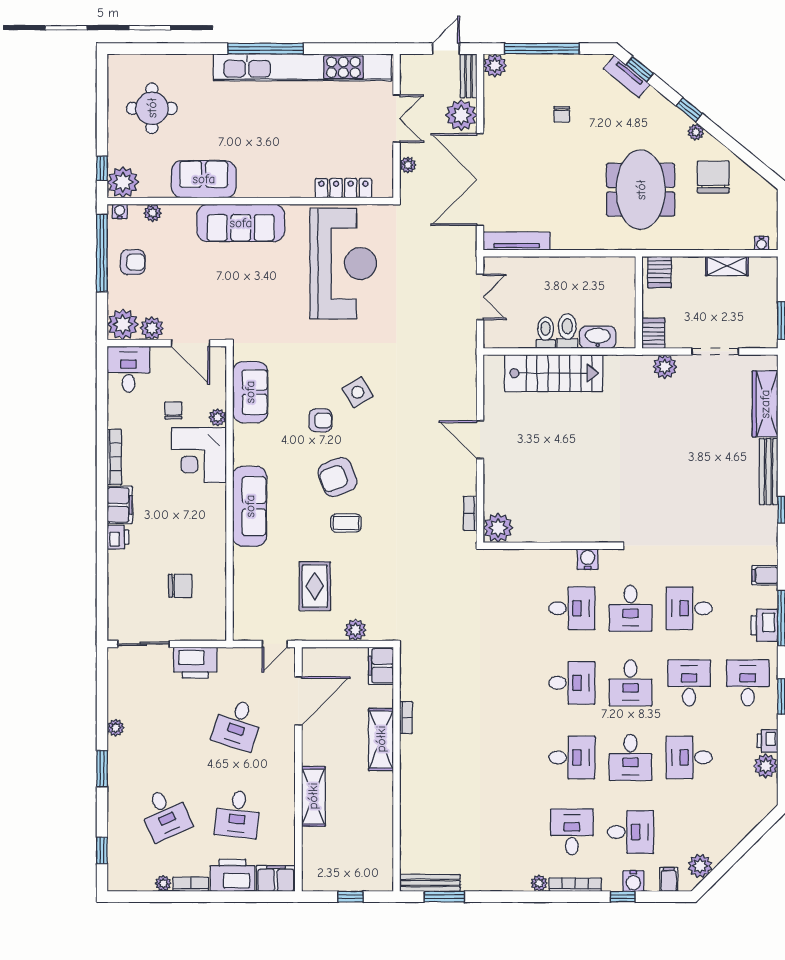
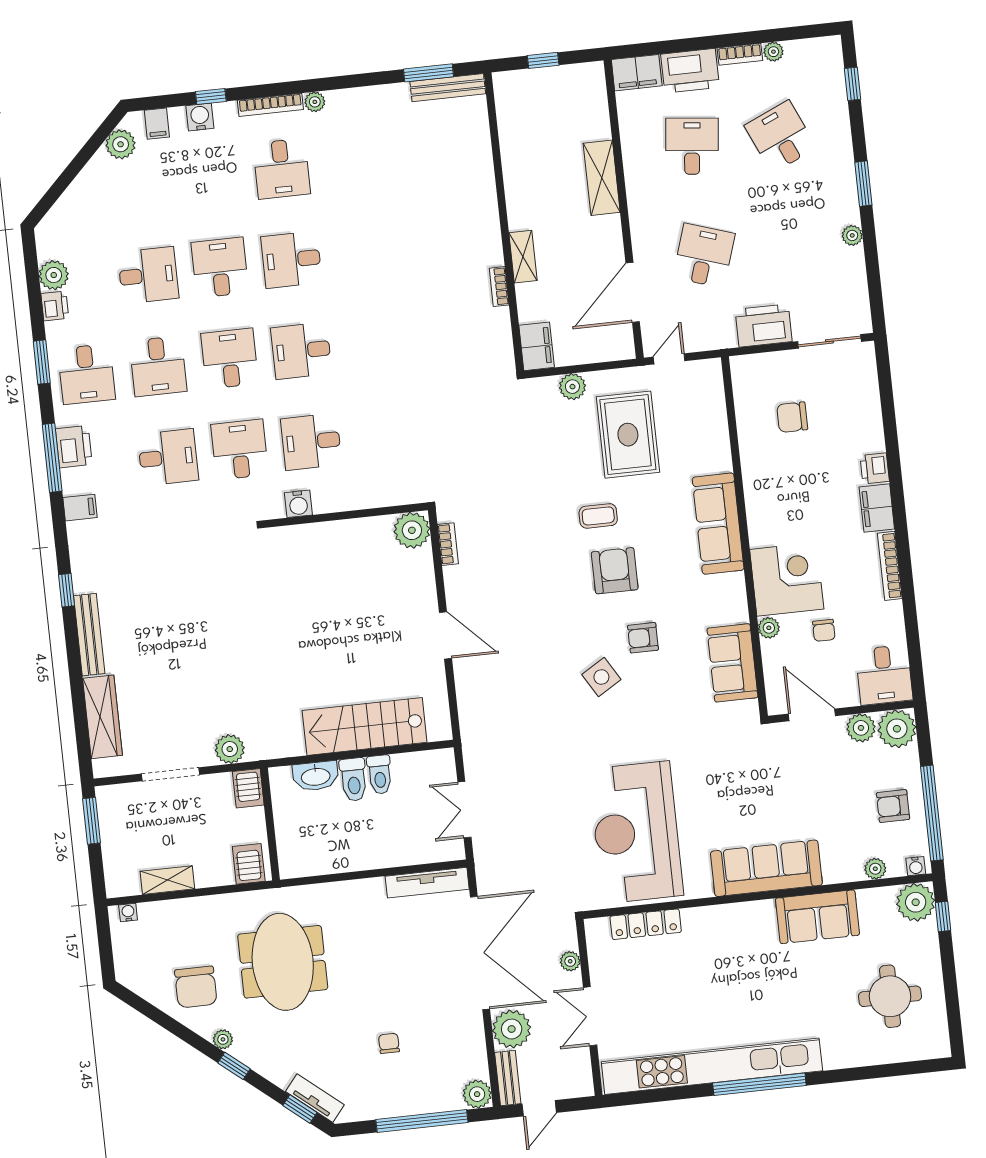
armchair: (337, 477) -> (615, 571), turned -69
rug: (315, 586) -> (628, 435), width x1.36, depth x1.43
shelving: (381, 739) -> (523, 257), width x0.67, depth x0.75
desk: (630, 832) -> (210, 176), removed

